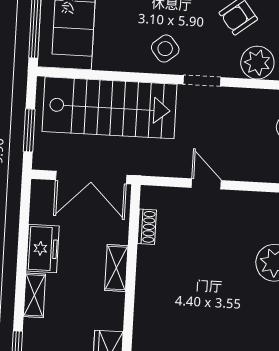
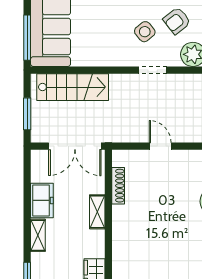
side table: (165, 49) -> (145, 32), moved
stairs: (109, 108) -> (73, 87), width x0.73, depth x0.66
shoe rack: (147, 227) -> (118, 186), width x1.43

